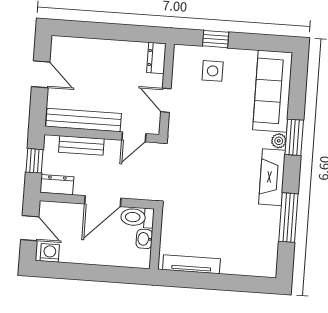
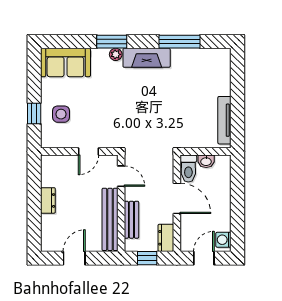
dresser: (156, 58) -> (48, 200), moved, turned -90
sofa: (273, 91) -> (65, 63), width x0.73

